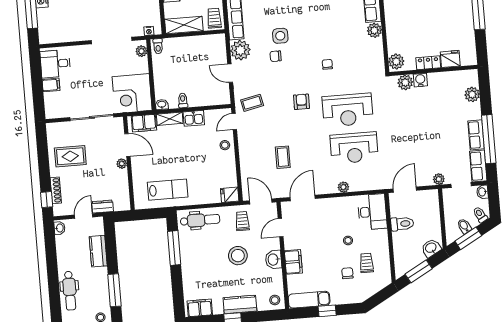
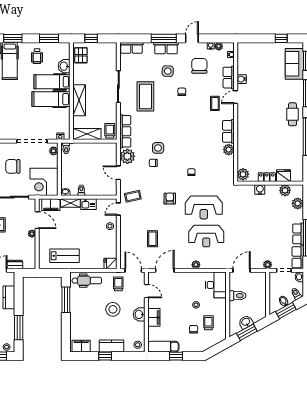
chair: (89, 76) -> (13, 166), added
plant: (405, 82) -> (285, 190), moved
door: (281, 228) -> (146, 291), swing flipped
washbasin: (431, 248) -> (246, 322), moved

